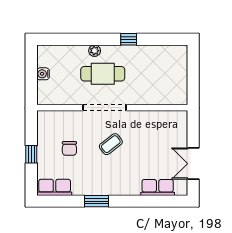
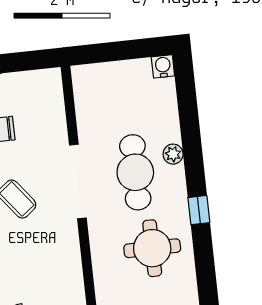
round table: (148, 69) -> (152, 248), added
water cooler: (43, 74) -> (163, 66), moved

